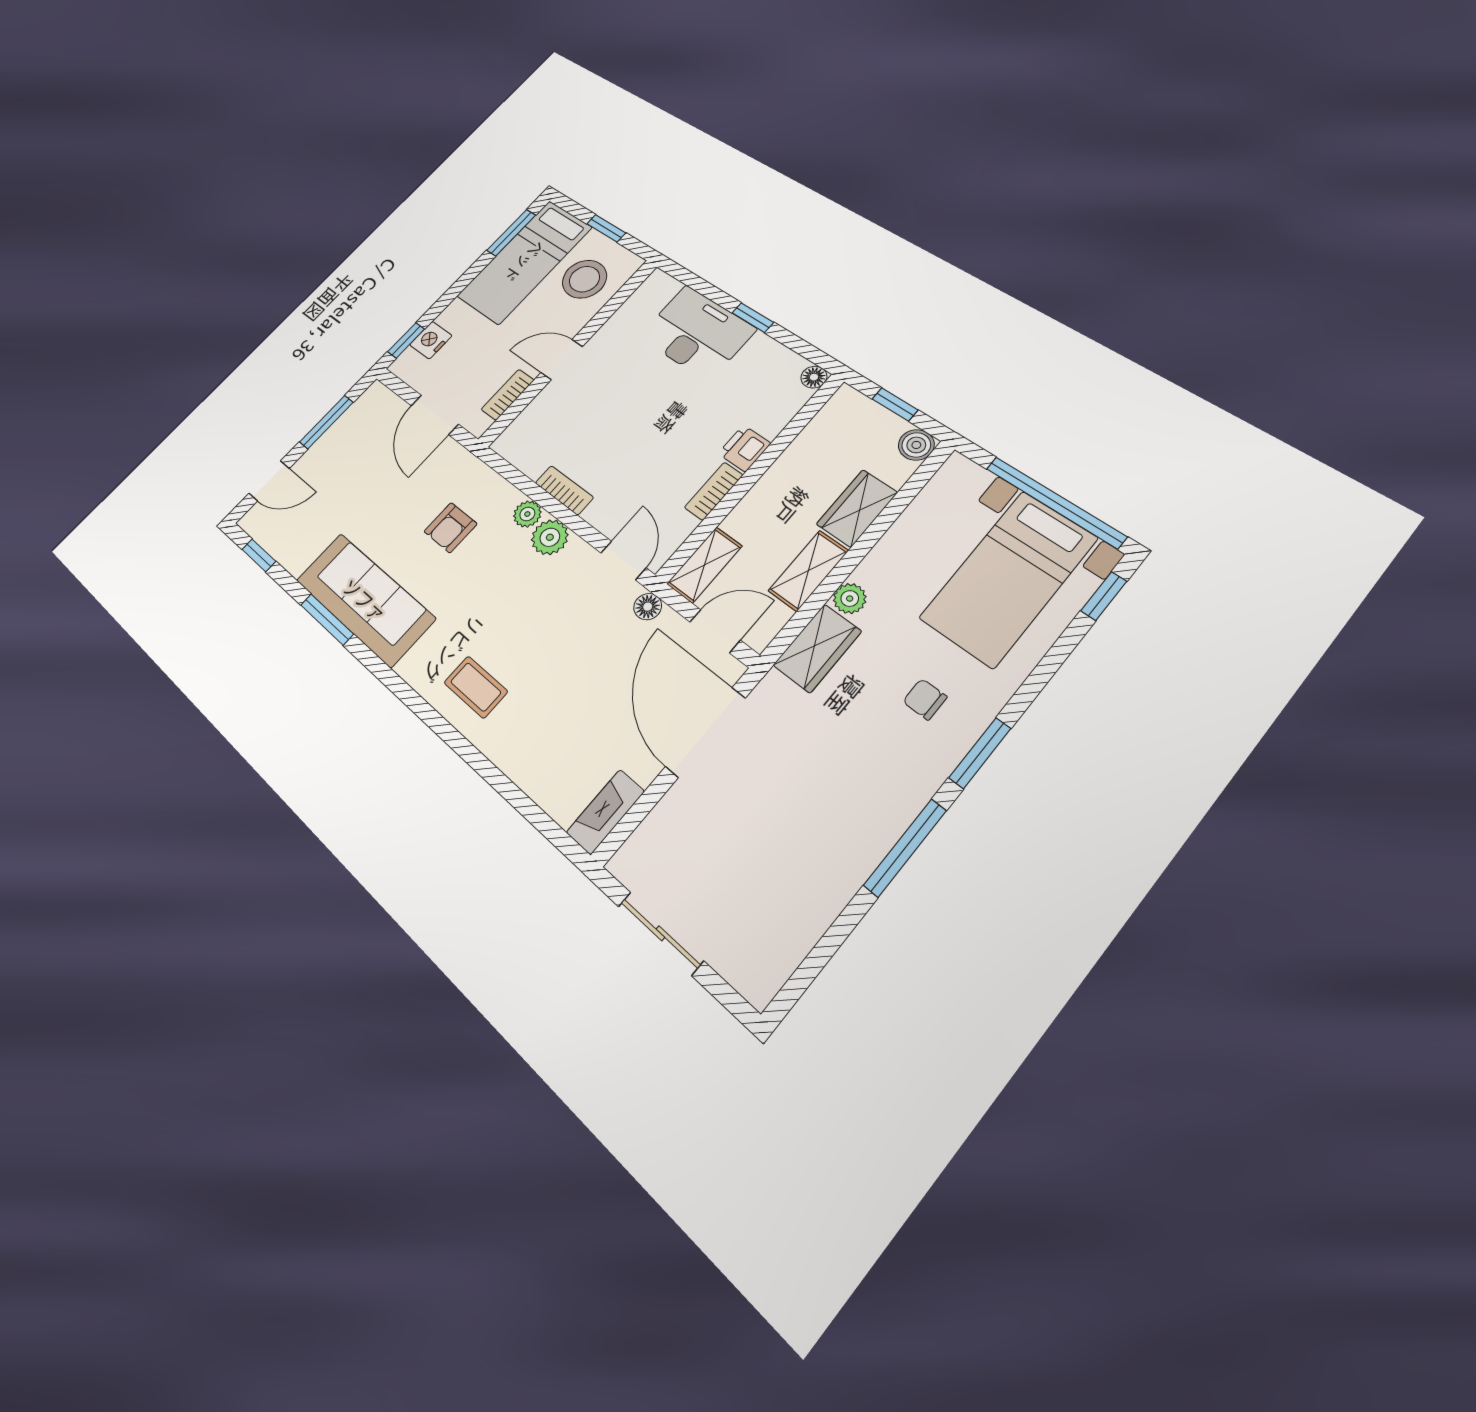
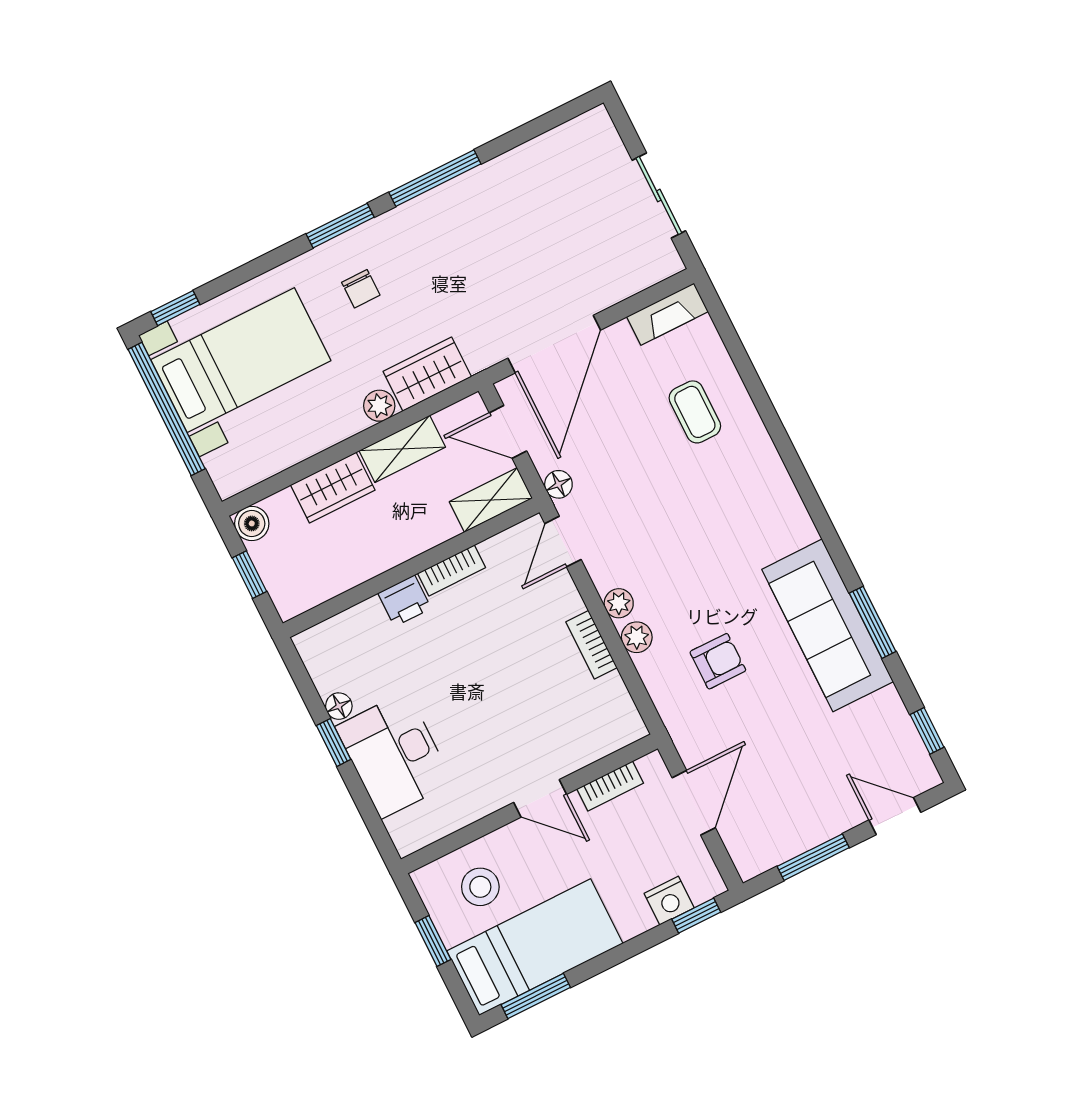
stool: (584, 279) -> (480, 887), width x0.73, depth x0.73
floor lamp: (814, 377) -> (339, 706), moved
plant: (550, 537) -> (619, 603), width x0.73, depth x0.73
coffee table: (476, 687) -> (695, 412), moved

